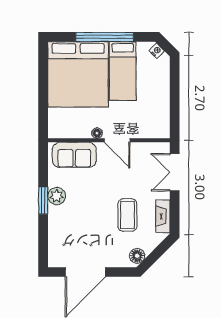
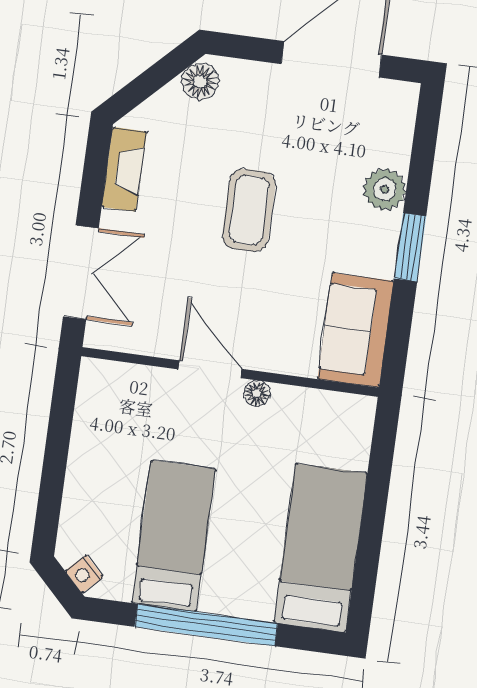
bed: (78, 74) -> (321, 548), width x0.49
sofa: (74, 155) -> (356, 330), moved, turned -90
plant: (57, 196) -> (385, 189), moved
coffee table: (127, 215) -> (249, 210), moved

